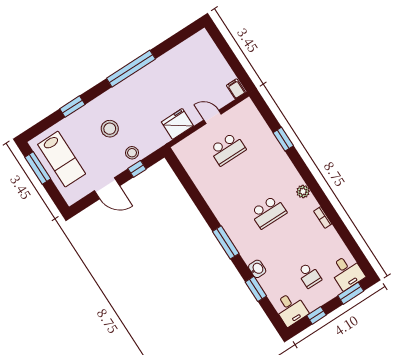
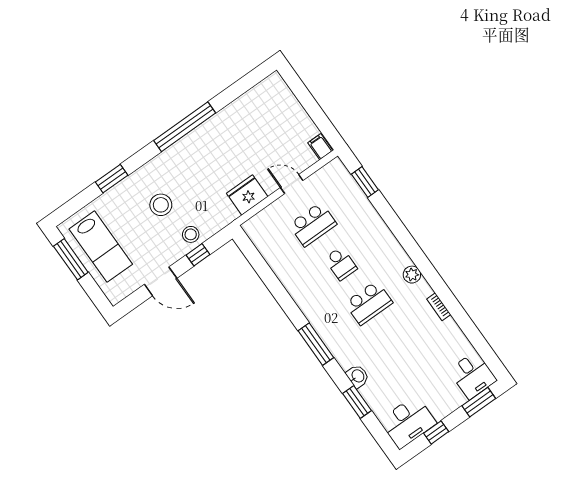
window: (283, 139) -> (365, 182), moved
school desk: (309, 275) -> (341, 264), moved
desk: (291, 309) -> (408, 422), width x1.37

